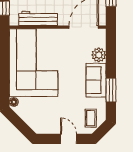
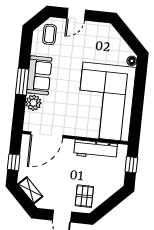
window: (111, 90) -> (22, 82), moved
door: (69, 139) -> (76, 14), hinge flipped

